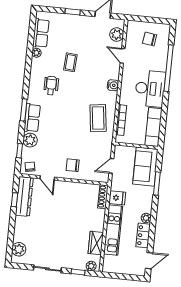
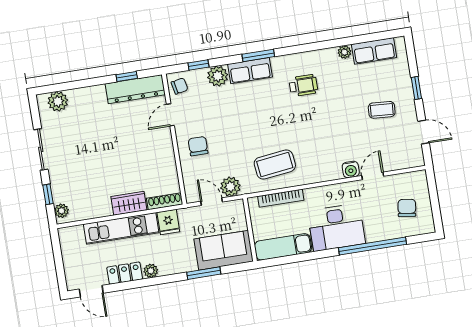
plant: (117, 35) -> (230, 187), moved
coffee table: (70, 62) -> (382, 110), moved
water cooler: (113, 85) -> (351, 169), moved
wardrobe: (96, 243) -> (129, 203), moved

